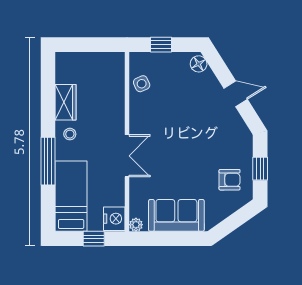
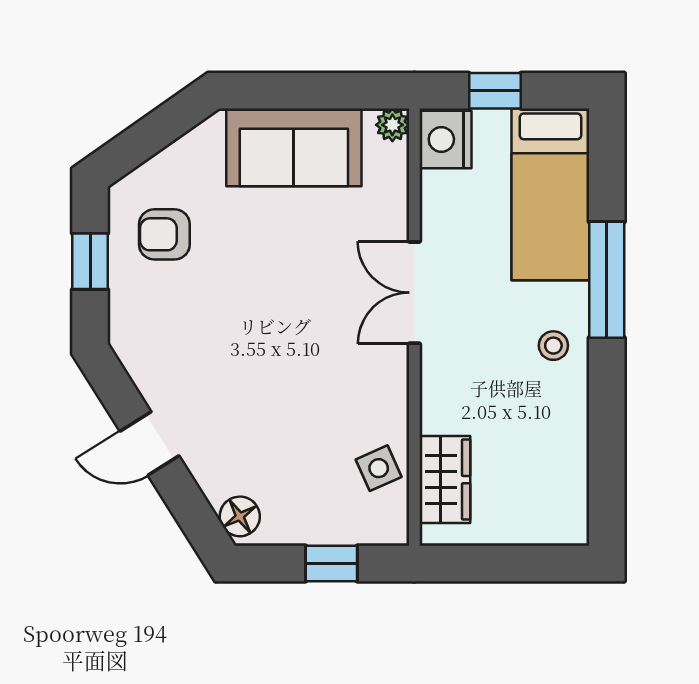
wardrobe: (66, 102) -> (445, 480), moved, turned 180

